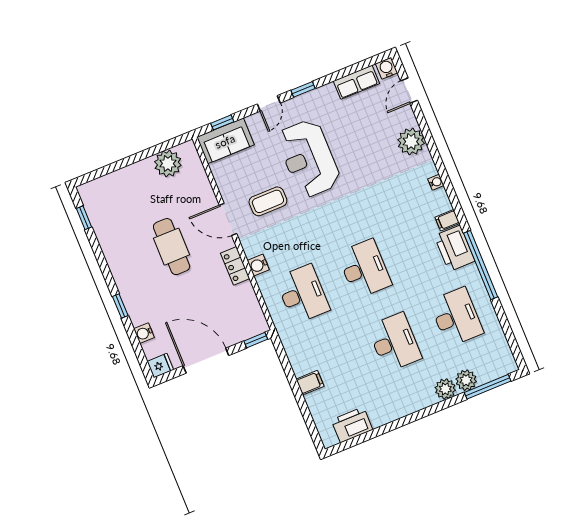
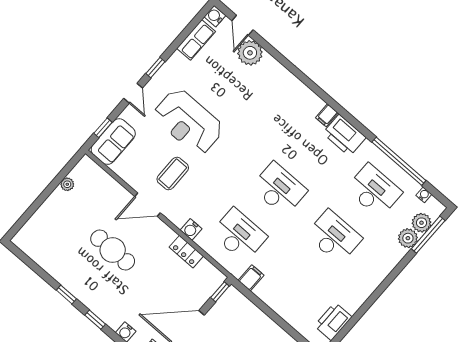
plant: (411, 142) -> (250, 53), moved
plant: (168, 163) -> (67, 184), width x0.53, depth x0.53
water cooler: (436, 182) -> (424, 195), moved
window: (84, 218) -> (66, 295), moved
window: (481, 265) -> (399, 161), moved
locker: (235, 266) -> (186, 252), moved
filing cabinet: (310, 383) -> (251, 278), moved
plant: (445, 389) -> (422, 223), moved

